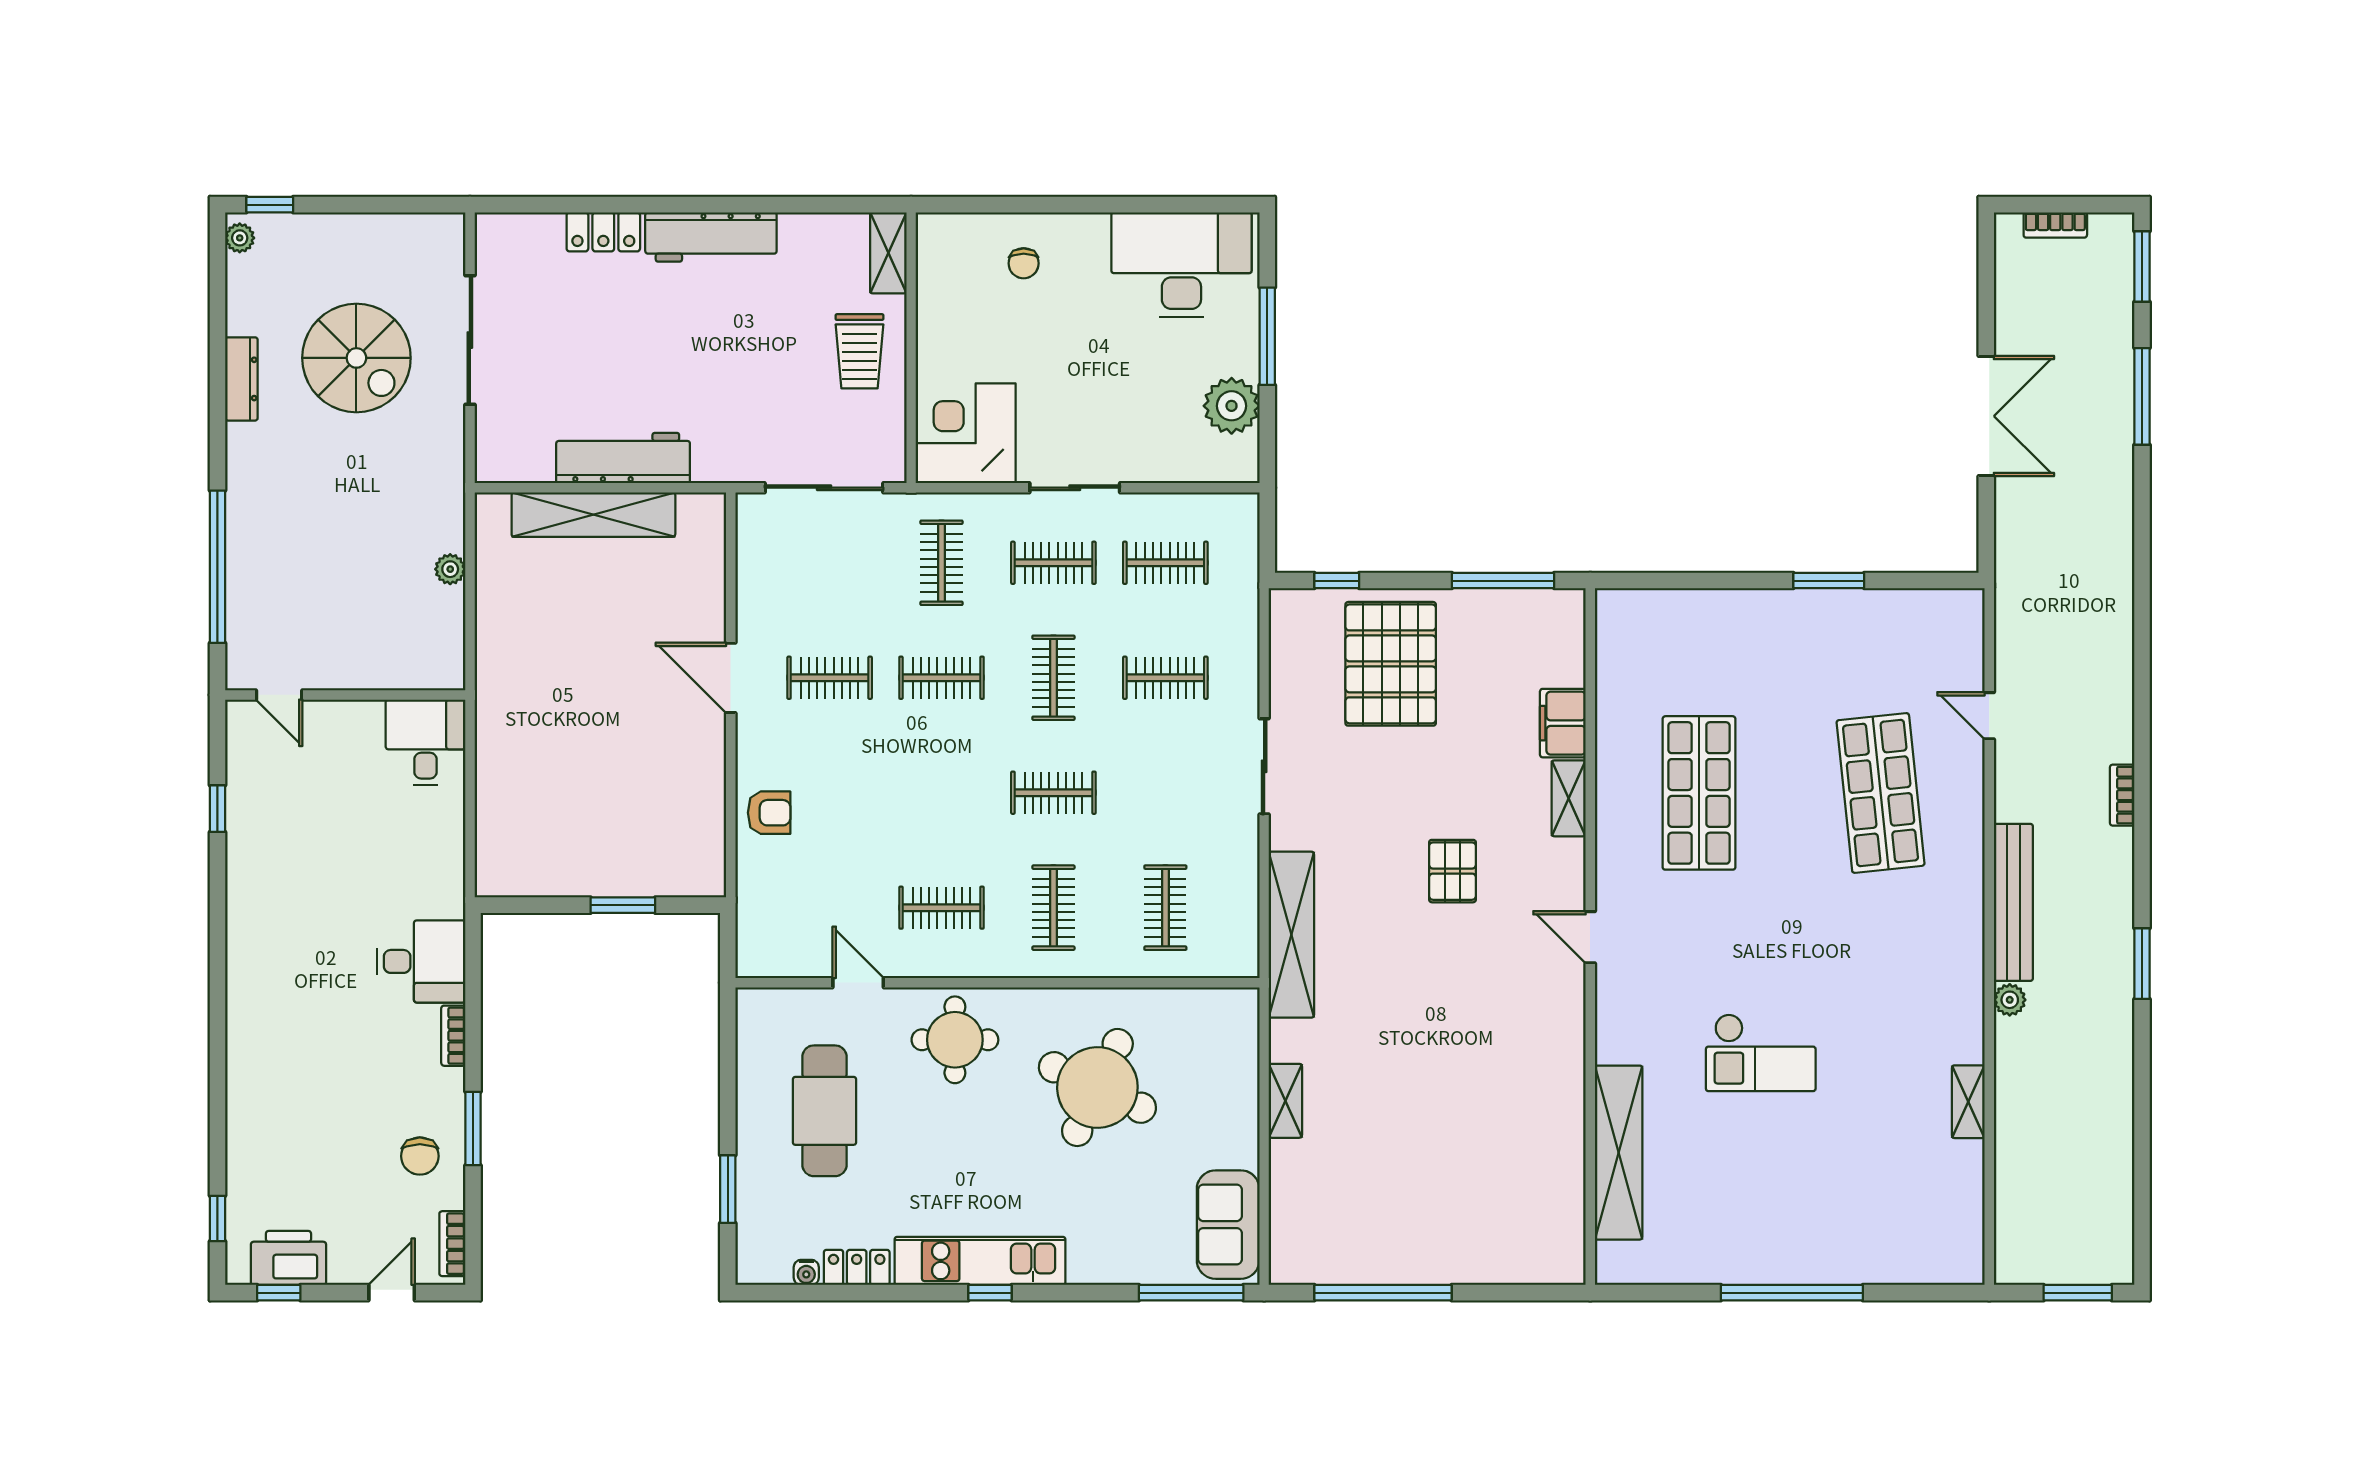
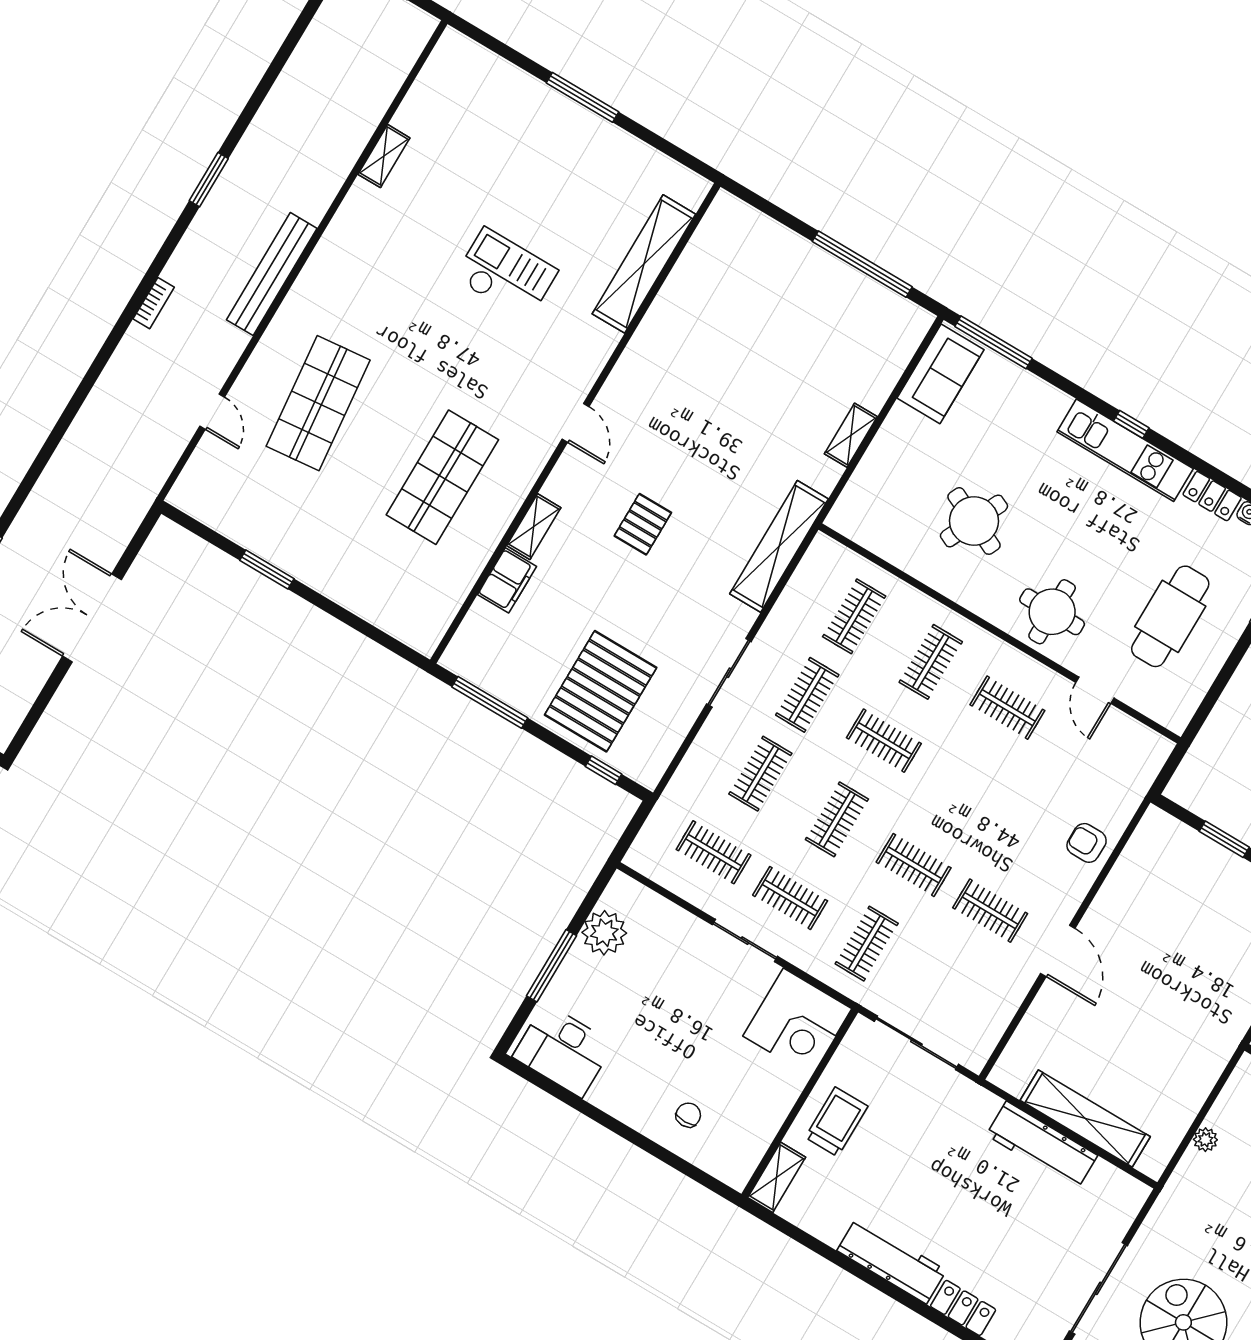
desk: (1181, 265) -> (563, 1050), width x0.73, depth x0.77
clothes rail: (1165, 678) -> (760, 774), turned 90
clothes rail: (1165, 793) -> (807, 695), added
plant: (2010, 1000) -> (314, 209), removed
round table: (1097, 1087) -> (974, 521), width x0.73, depth x0.73
window: (1792, 1293) -> (583, 97), width x0.68

